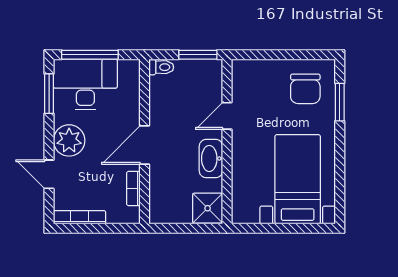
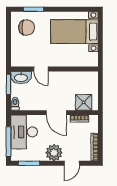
desk: (85, 84) -> (24, 132), moved
washbasin: (211, 159) -> (21, 78), moved
shower: (208, 208) -> (84, 102), moved

